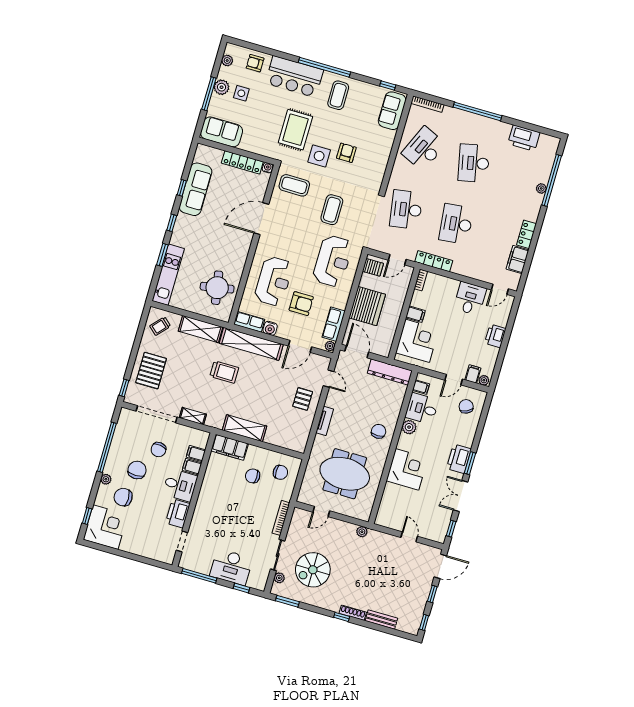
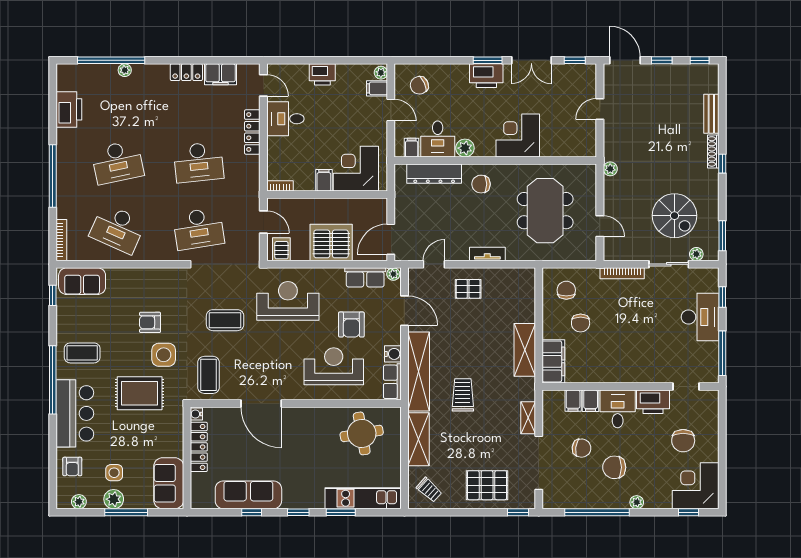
locker: (434, 261) -> (252, 132), moved
armchair: (301, 304) -> (351, 324), turned 180
dresser: (390, 372) -> (434, 174), moved, turned 90
chair: (123, 497) -> (683, 441), moved

